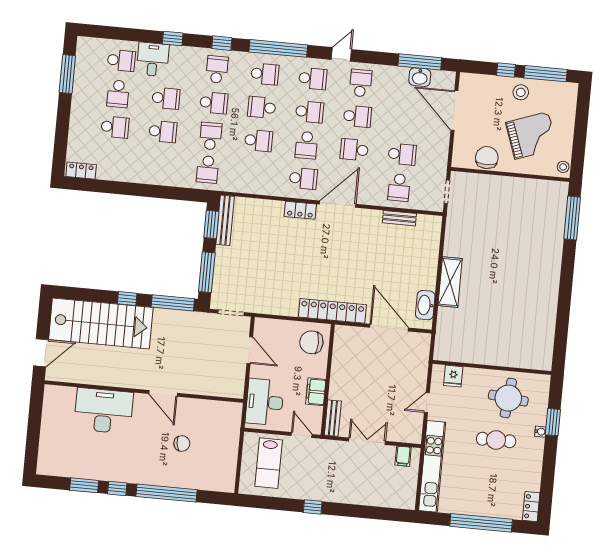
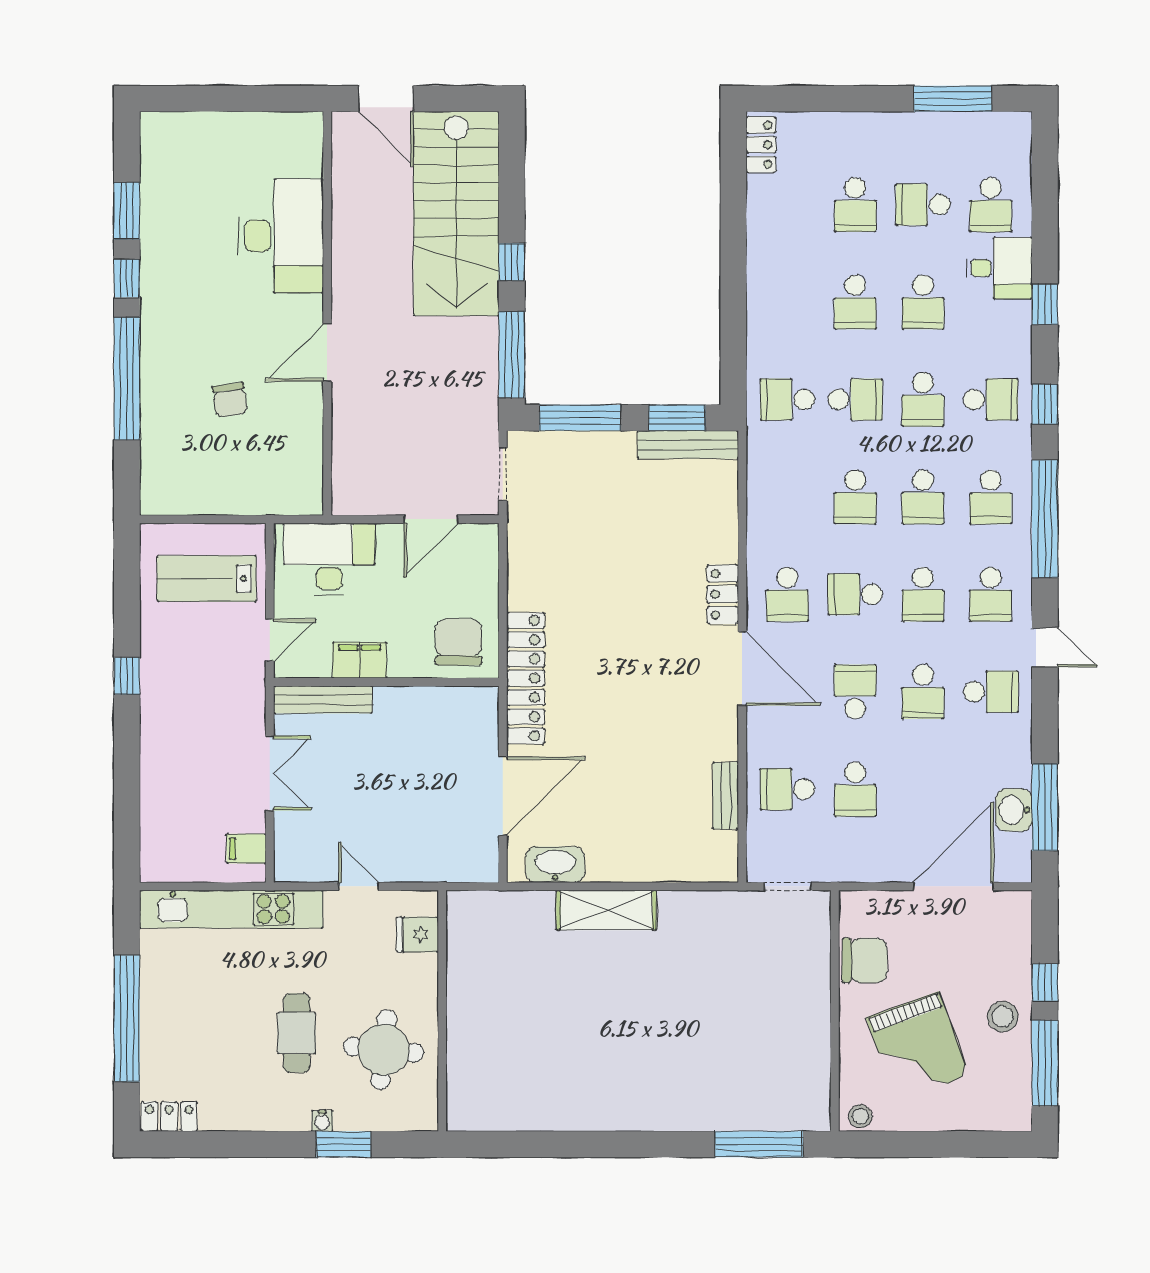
school desk: (262, 107) -> (923, 497), turned 180
bench: (333, 418) -> (323, 700), width x1.36

